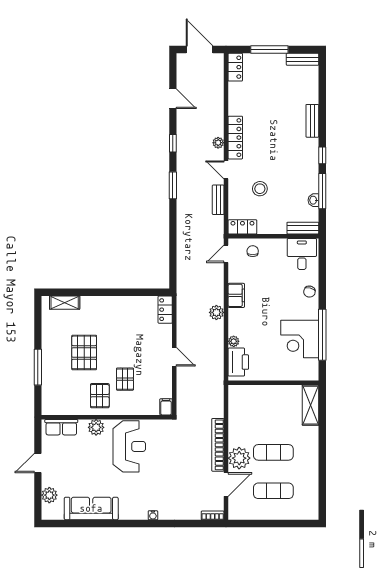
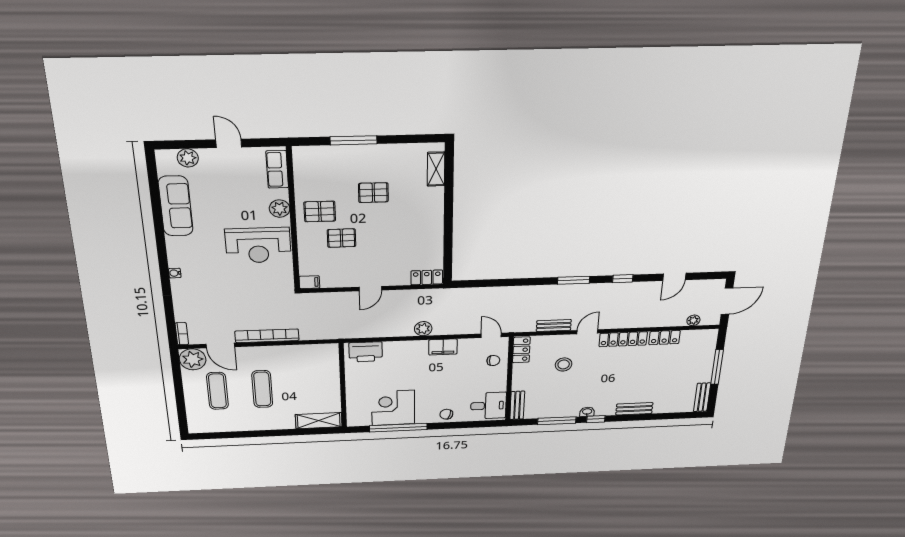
locker: (235, 67) -> (664, 338), moved
plant: (218, 143) -> (693, 320), moved
washbasin: (313, 200) -> (587, 412), moved
plant: (234, 341) -> (390, 347), removed
pallet: (84, 352) -> (373, 193), width x0.67, depth x0.71
plant: (239, 458) -> (193, 359), moved

